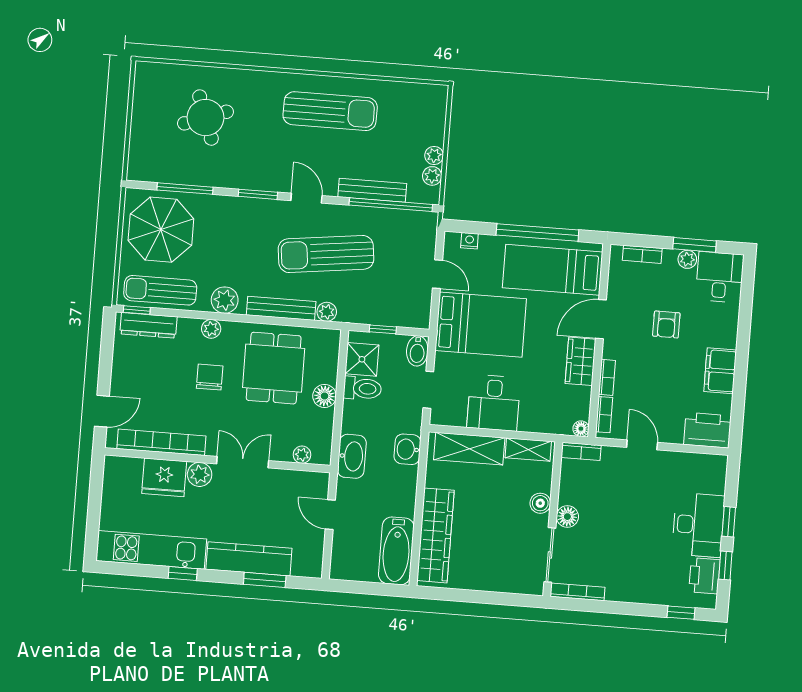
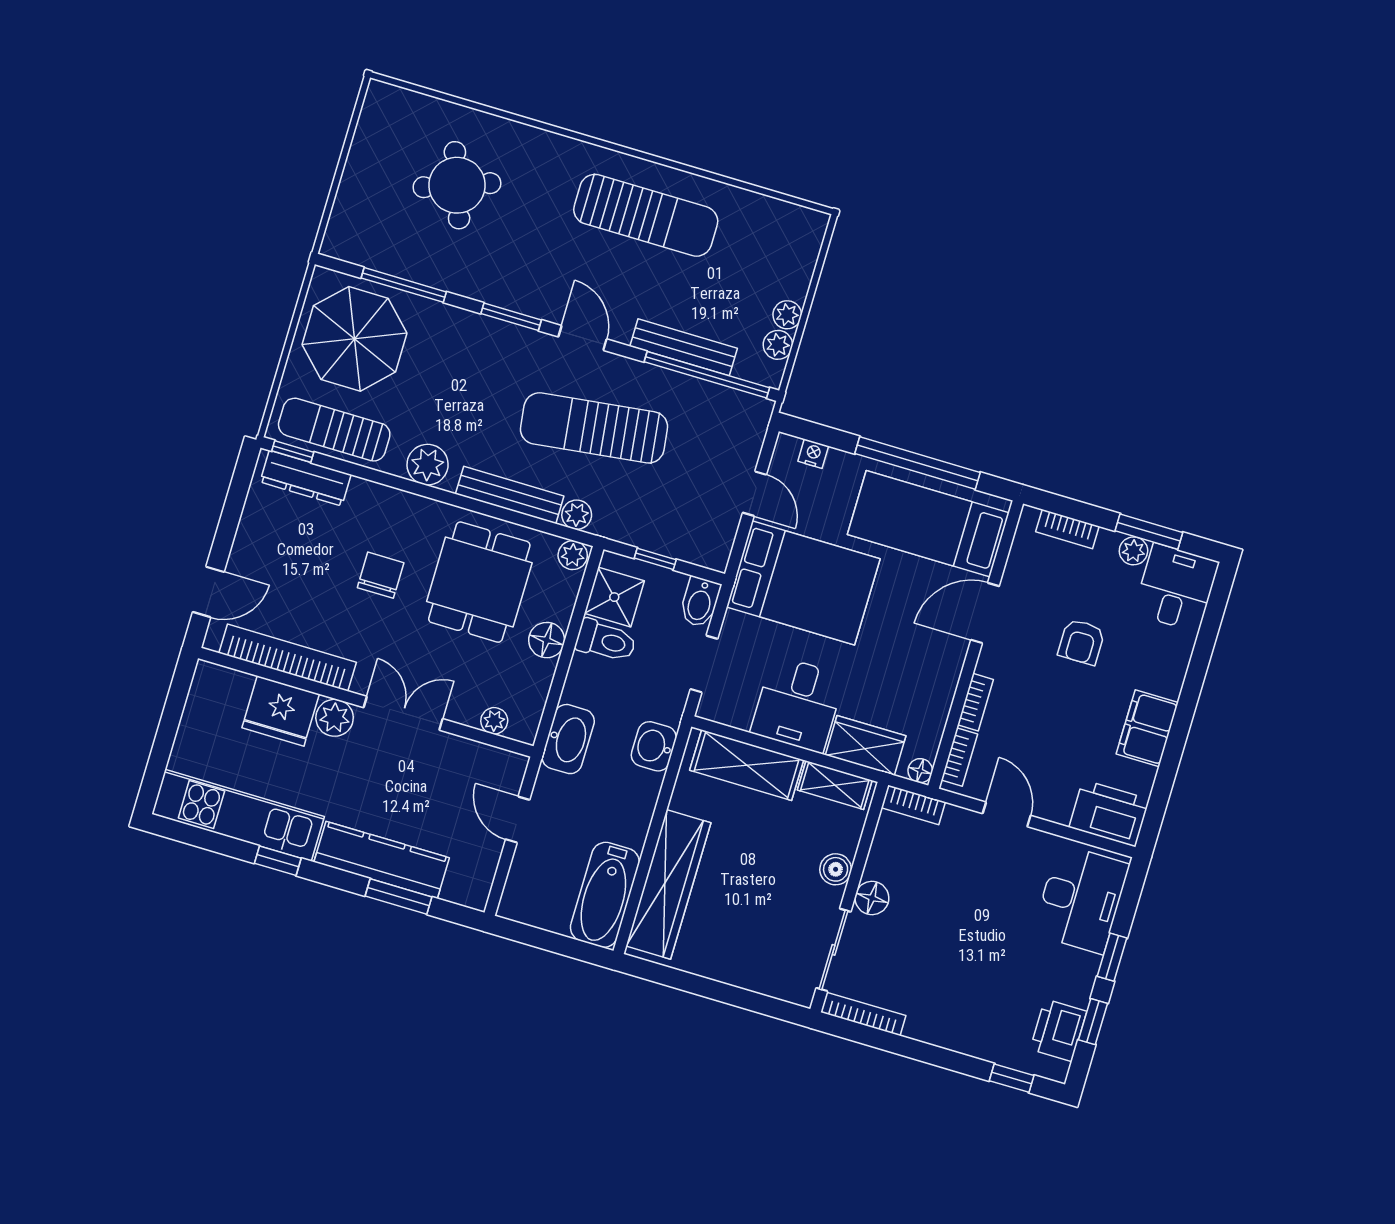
plant: (211, 329) -> (573, 555), moved
wardrobe: (581, 361) -> (866, 745), moved, turned 90
desk: (698, 525) -> (1081, 899), moved

